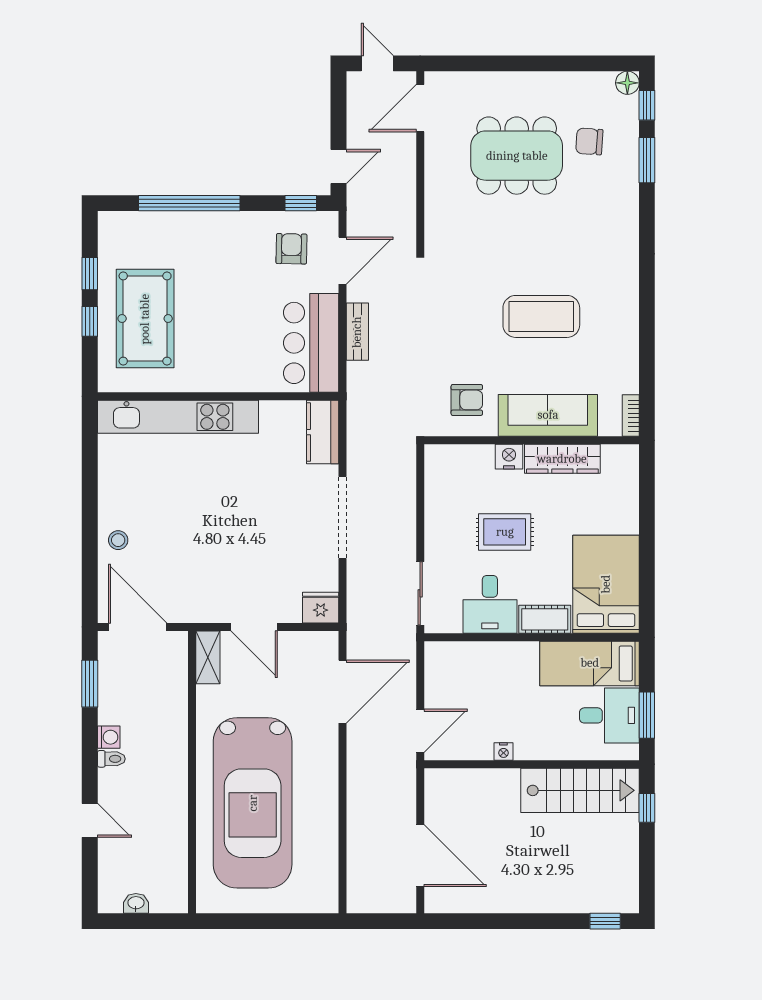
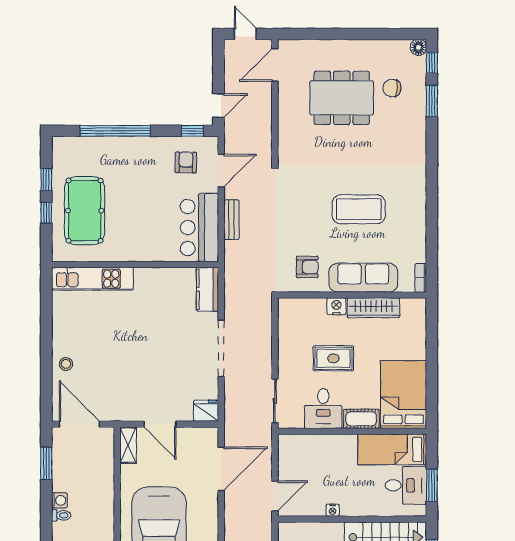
kitchen unit: (178, 417) -> (92, 279), width x0.73

